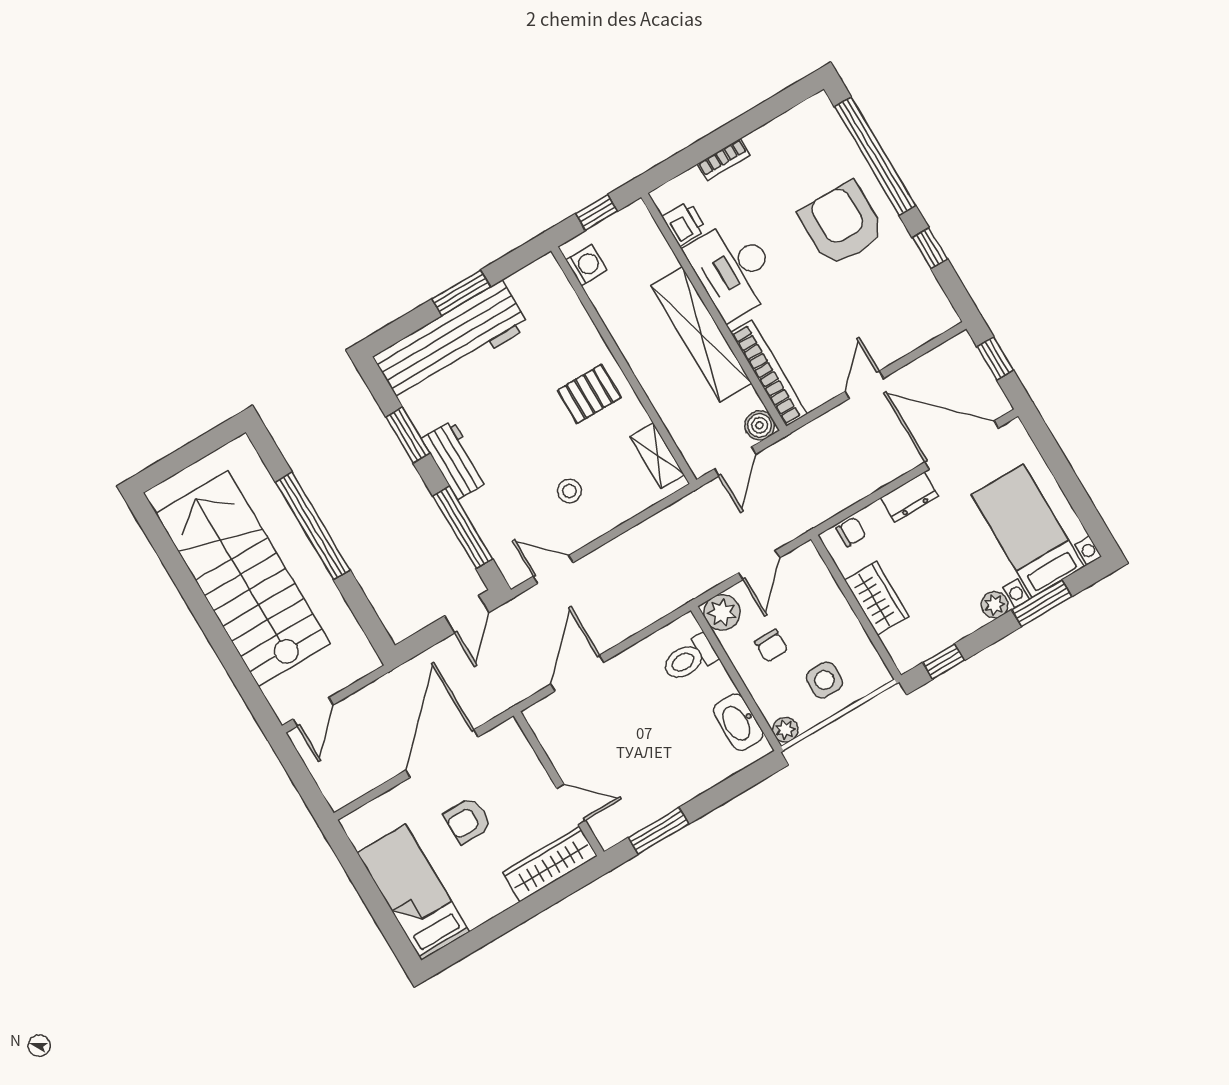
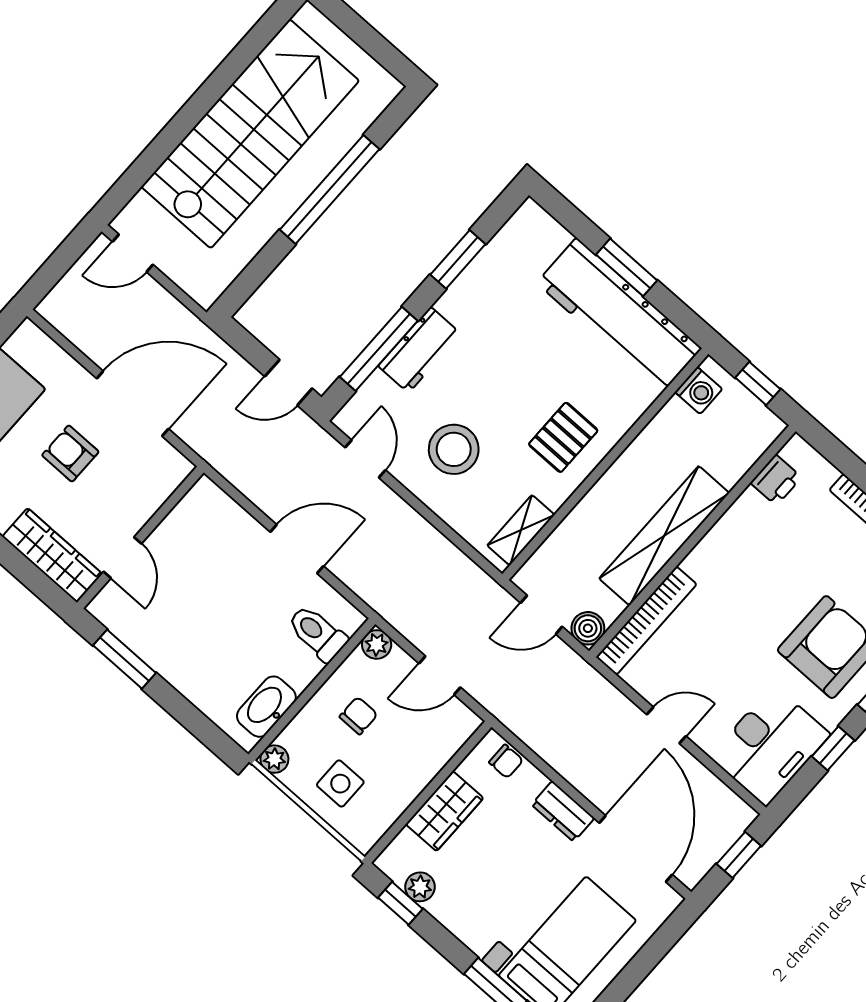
desk: (733, 269) -> (770, 746), moved, turned 180
workbench: (451, 342) -> (619, 316), moved
pallet: (589, 394) -> (563, 437), turned 90
workbench: (455, 460) -> (419, 350), moved
stool: (569, 491) -> (454, 449), width x1.89, depth x1.89
plant: (995, 605) -> (420, 887), moved
plant: (722, 612) -> (377, 644), width x0.73, depth x0.73
chair: (771, 646) -> (359, 716), turned 180
door: (577, 673) -> (297, 549), moved

